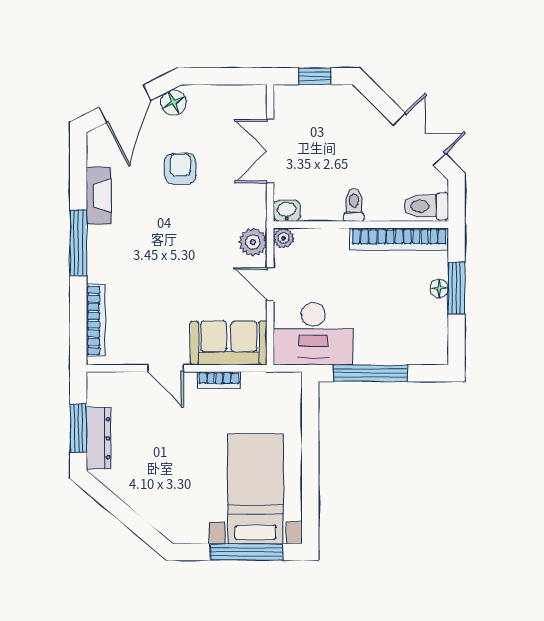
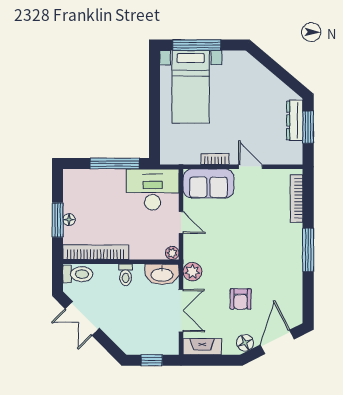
fireplace: (99, 196) -> (202, 347), moved, turned 90
washbasin: (287, 211) -> (162, 274), width x1.91, depth x1.45
plant: (253, 242) -> (192, 272), moved

